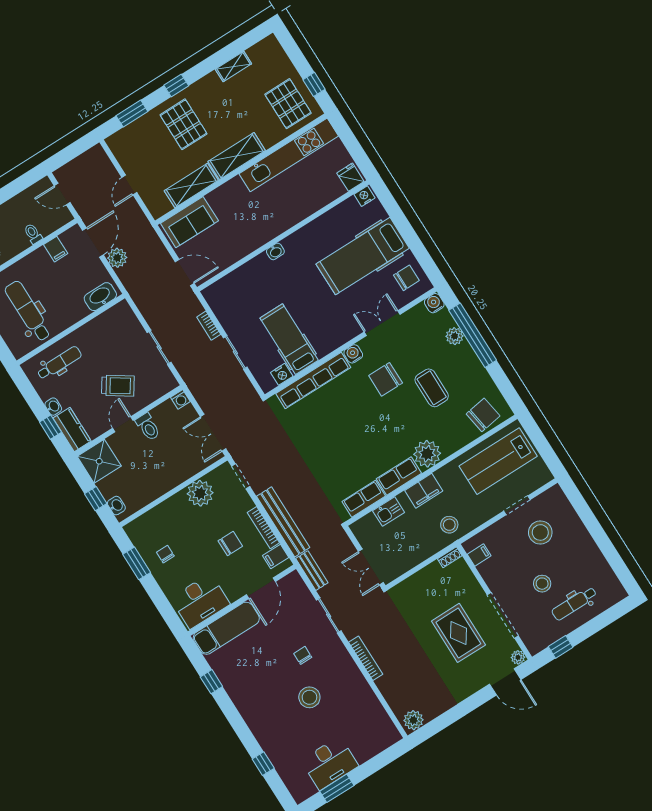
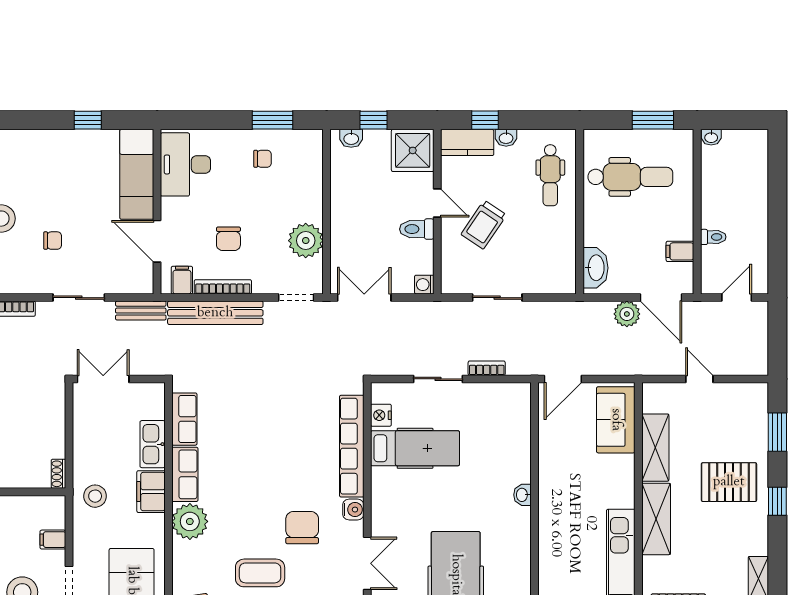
kitchen sink: (389, 512) -> (153, 444), width x1.38
filing cabinet: (479, 555) -> (53, 540), moved, turned 90

